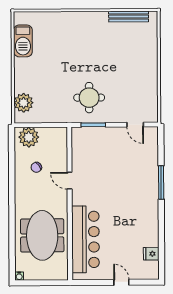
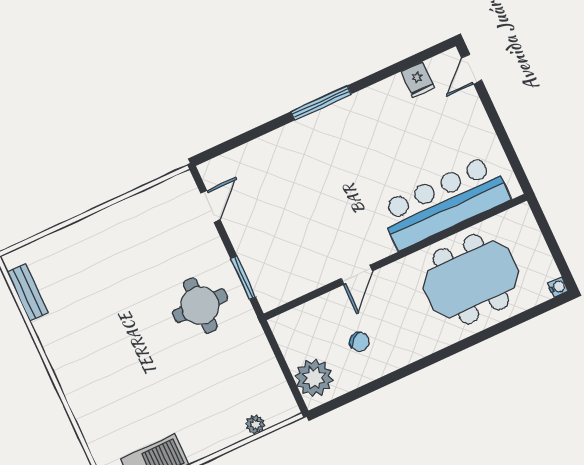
bench: (129, 17) -> (28, 292), width x0.73
plant: (24, 103) -> (255, 424), width x0.53, depth x0.53
window: (161, 183) -> (321, 103), moved
door: (121, 282) -> (472, 69), moved

